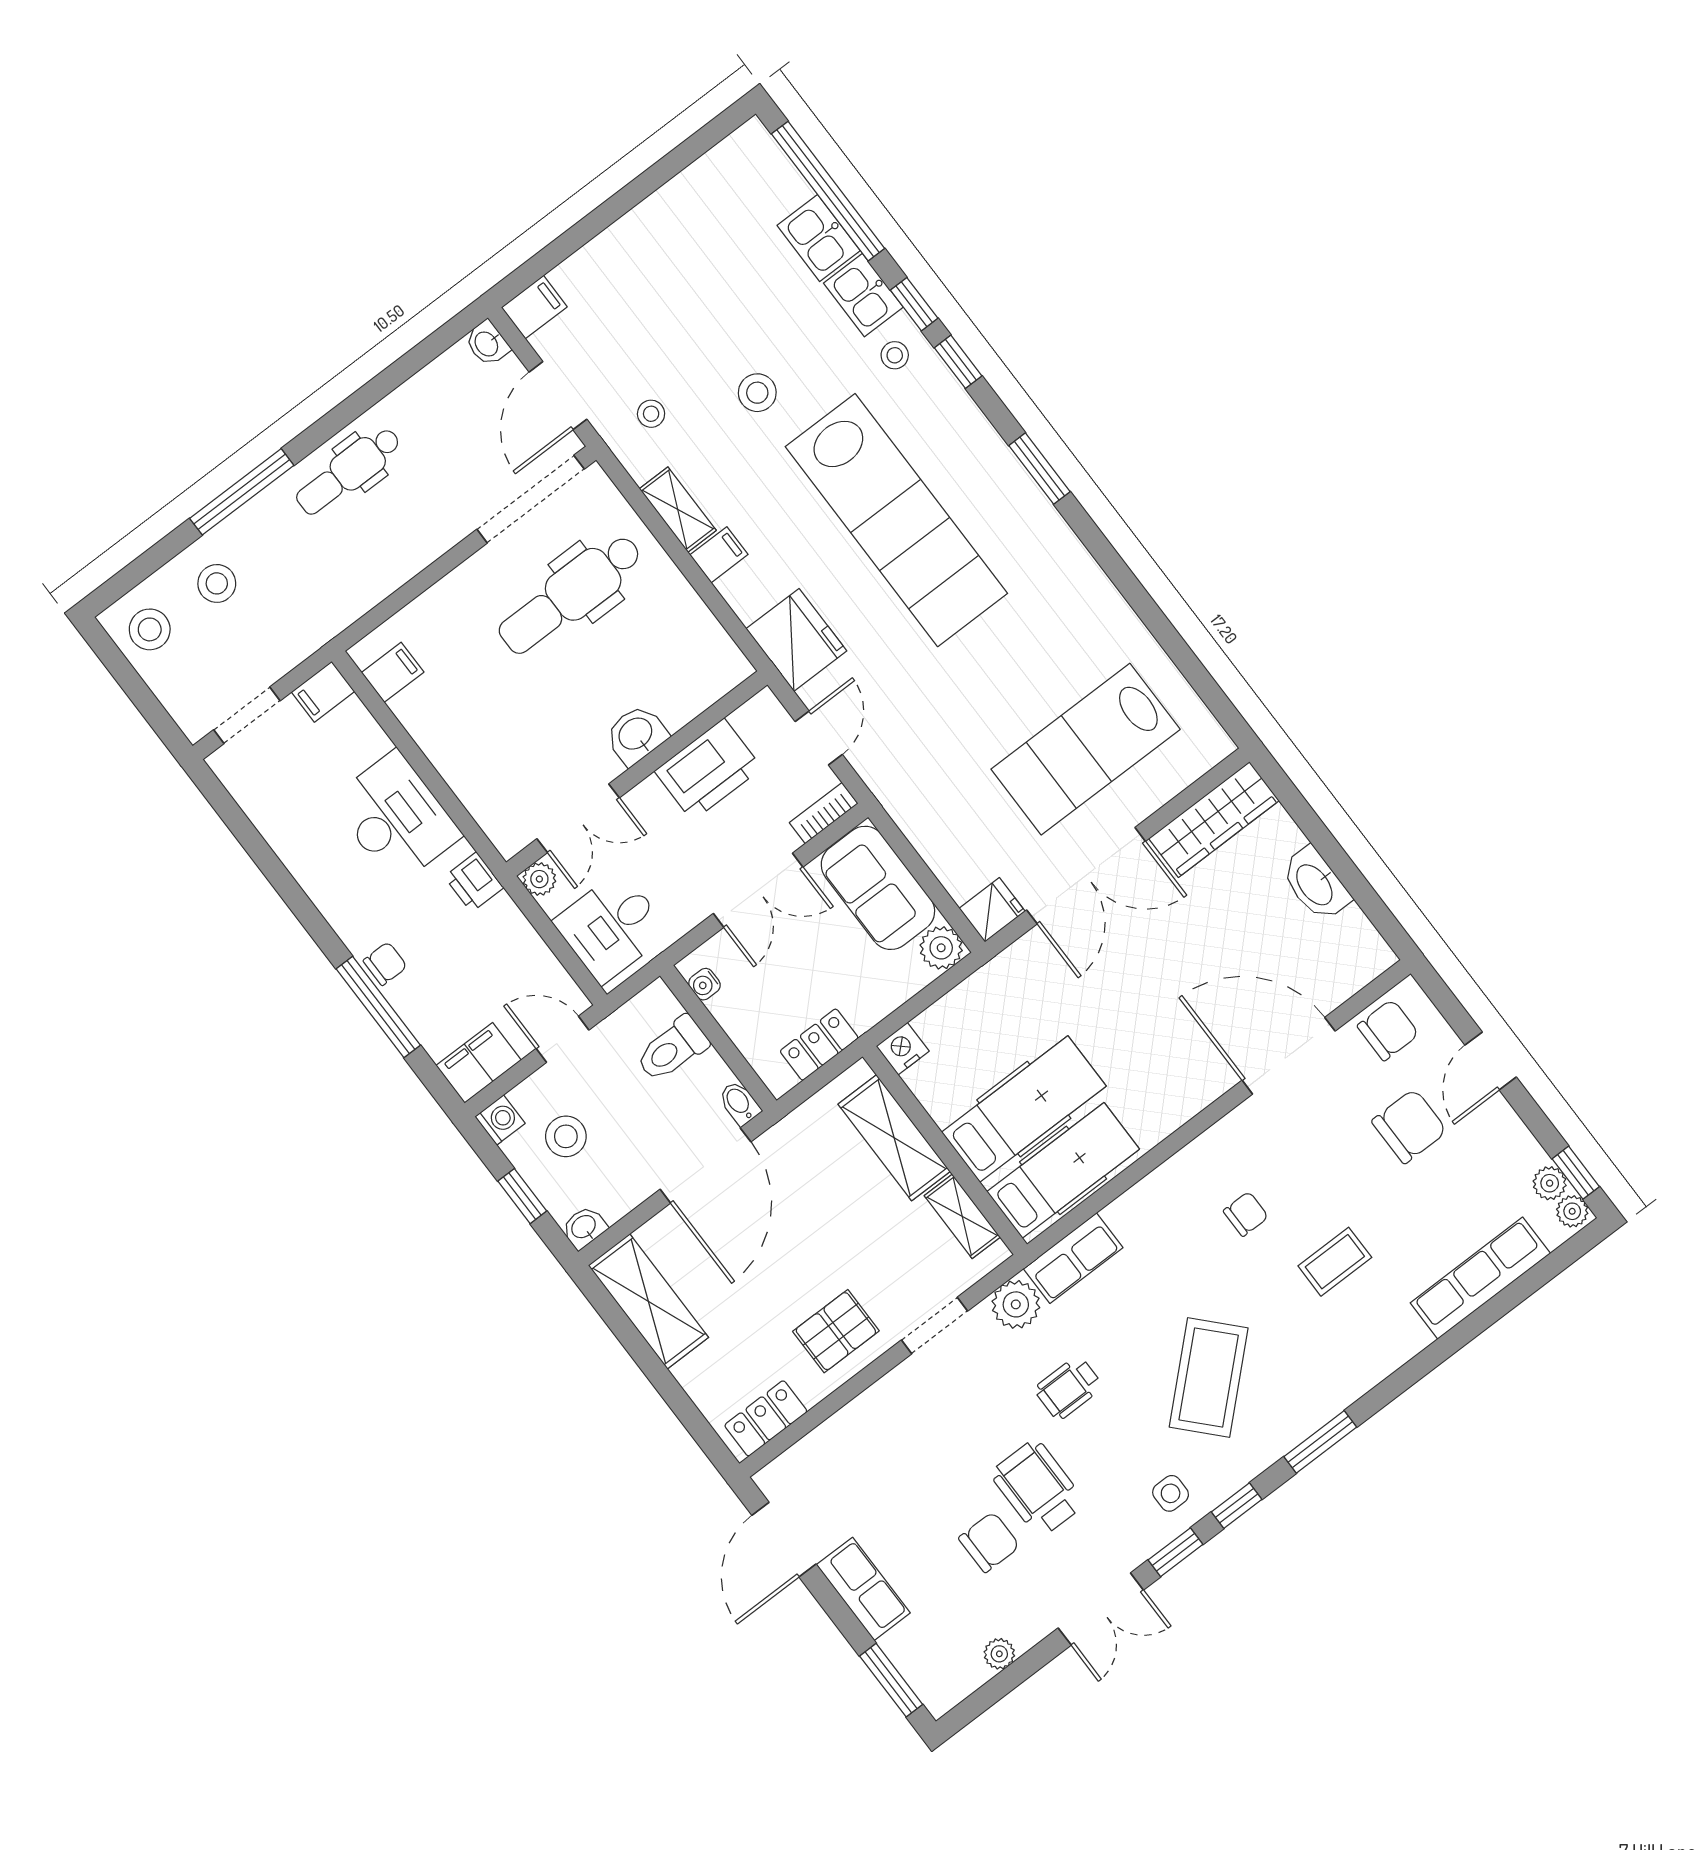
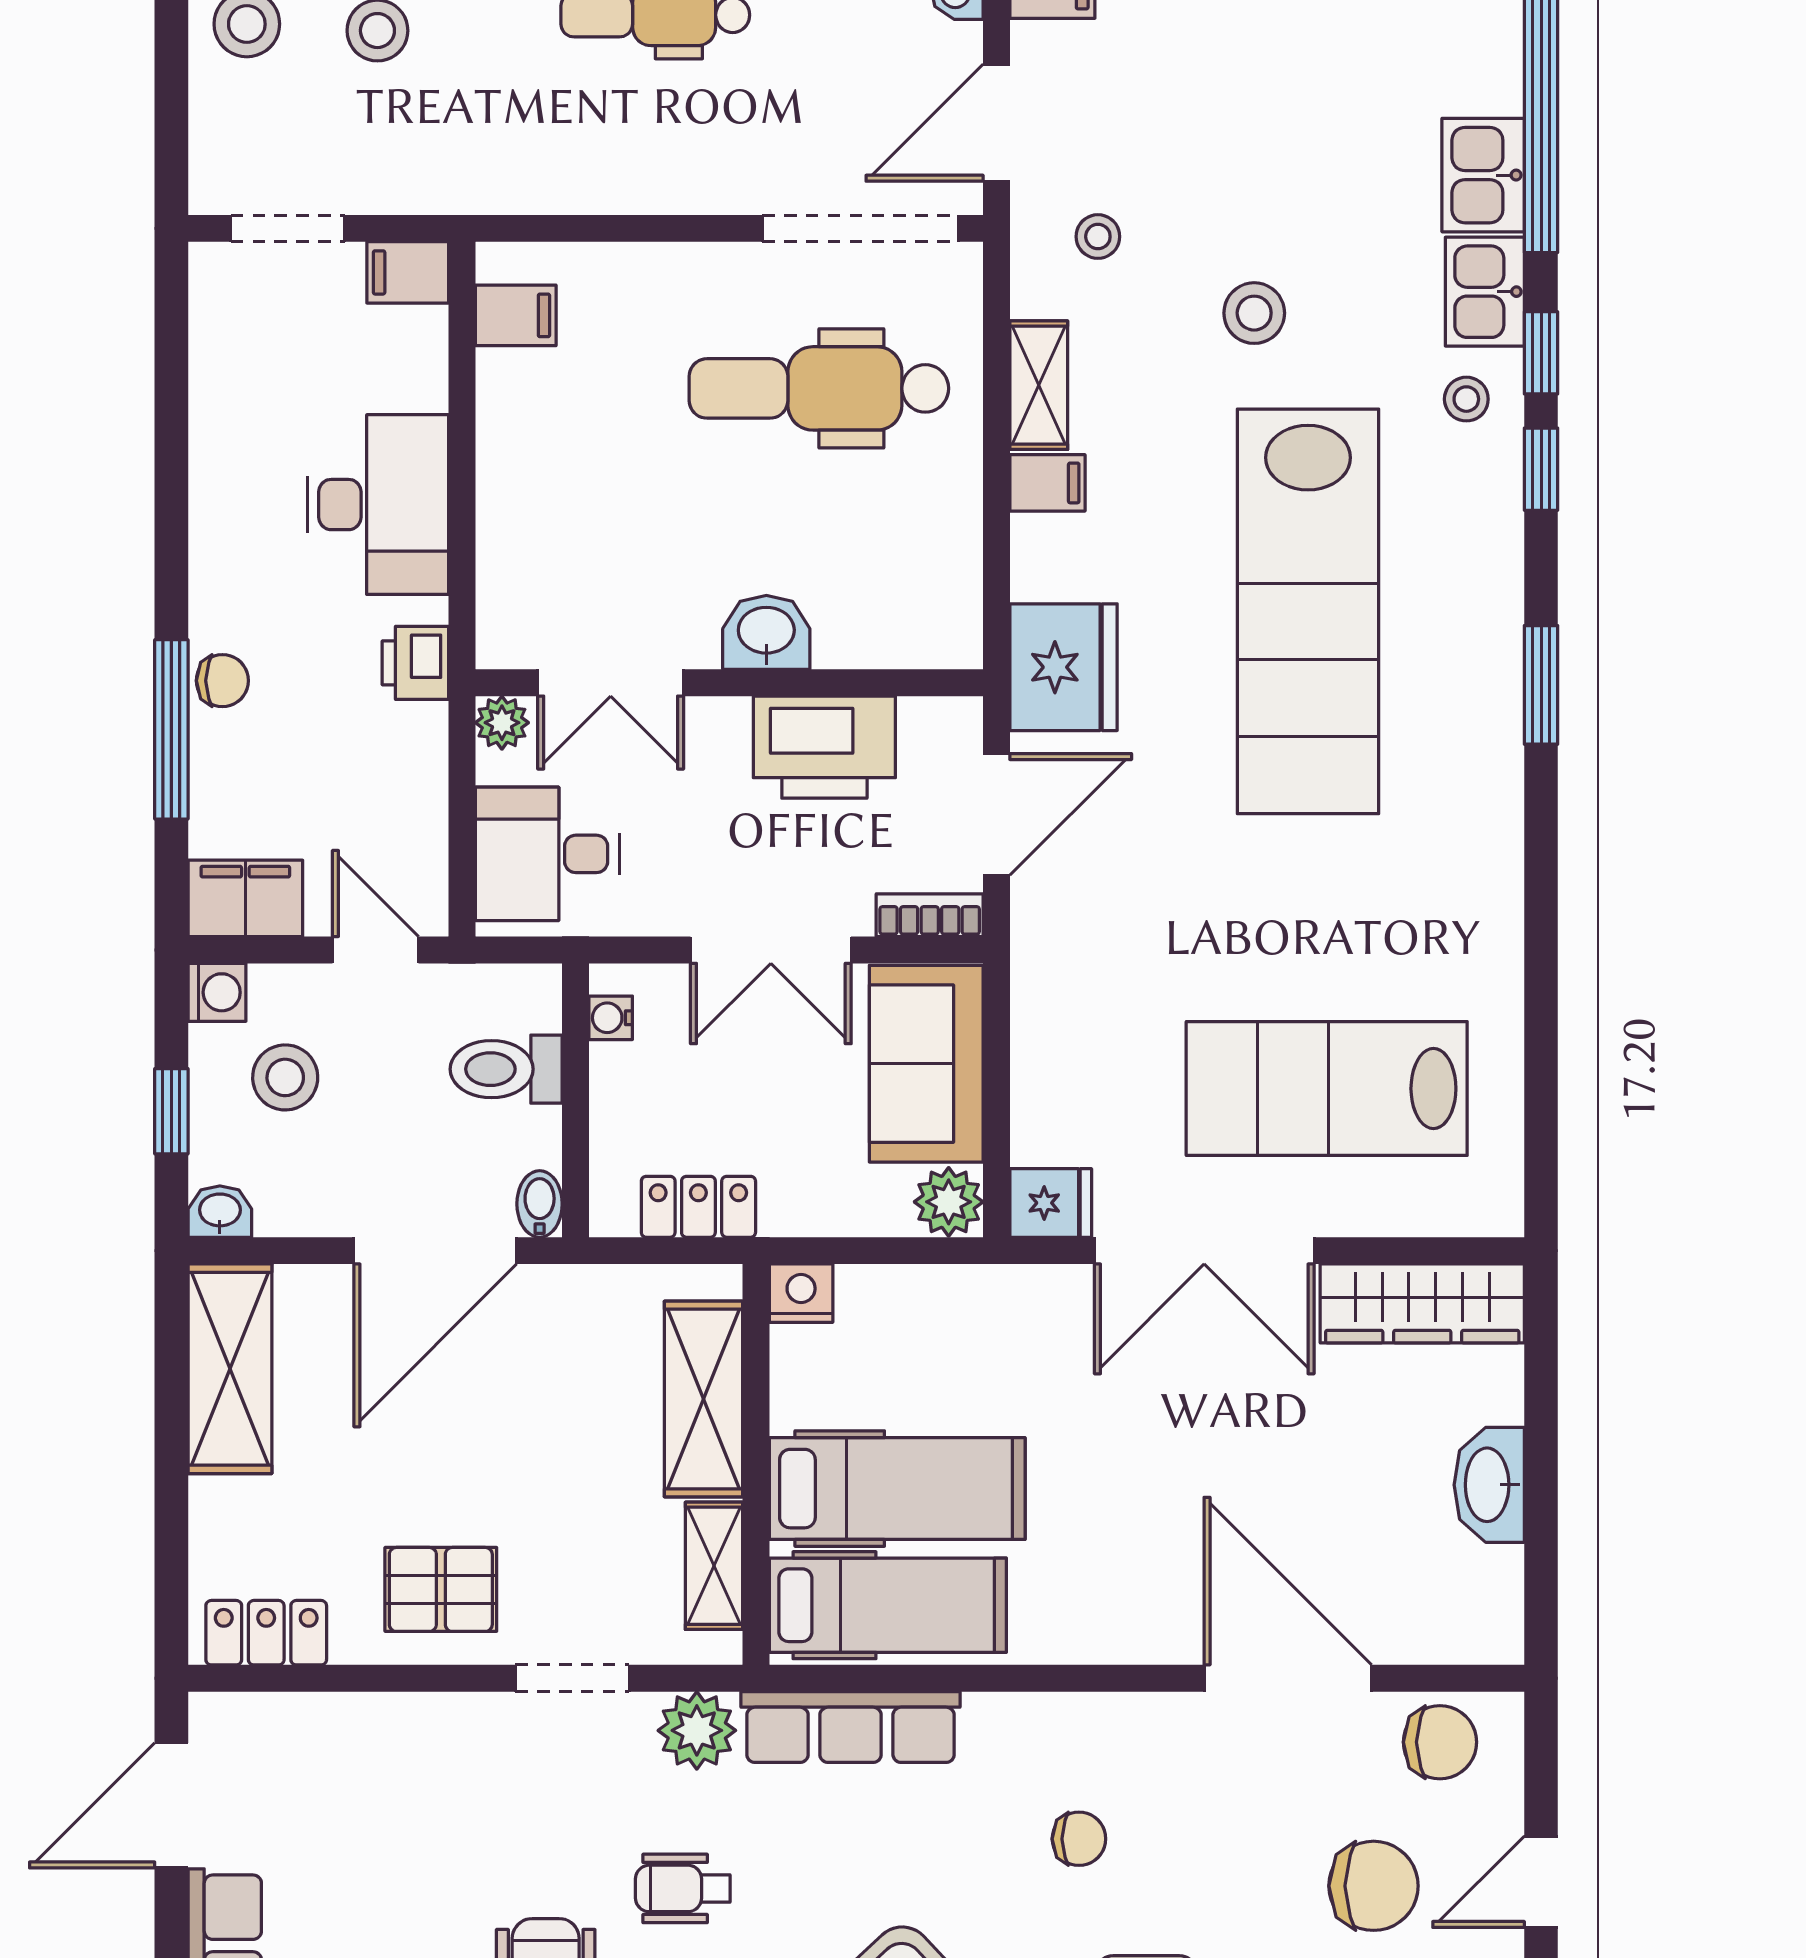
door: (819, 738) -> (996, 814), width x1.38
row of seats: (1073, 1258) -> (851, 1727), width x1.48

